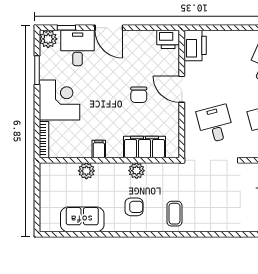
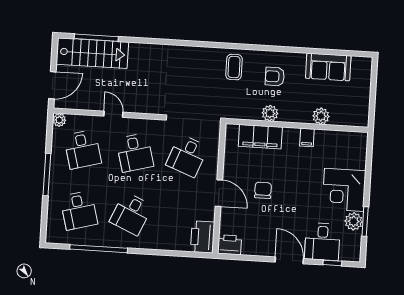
plant: (48, 39) -> (354, 221), moved
desk: (215, 124) -> (187, 156), turned 36
bookcase: (44, 140) -> (362, 150), removed

